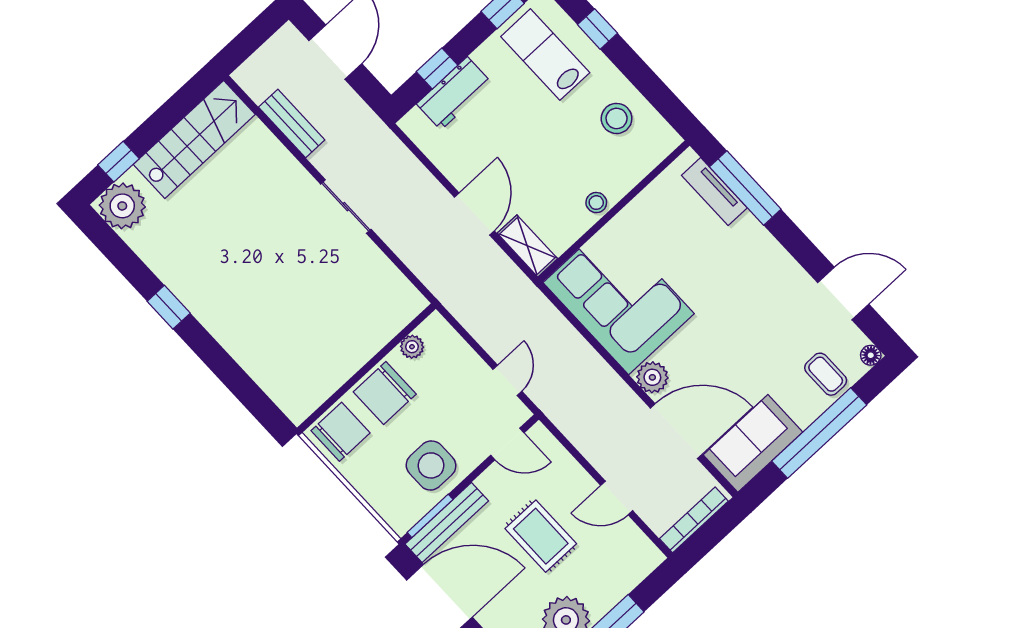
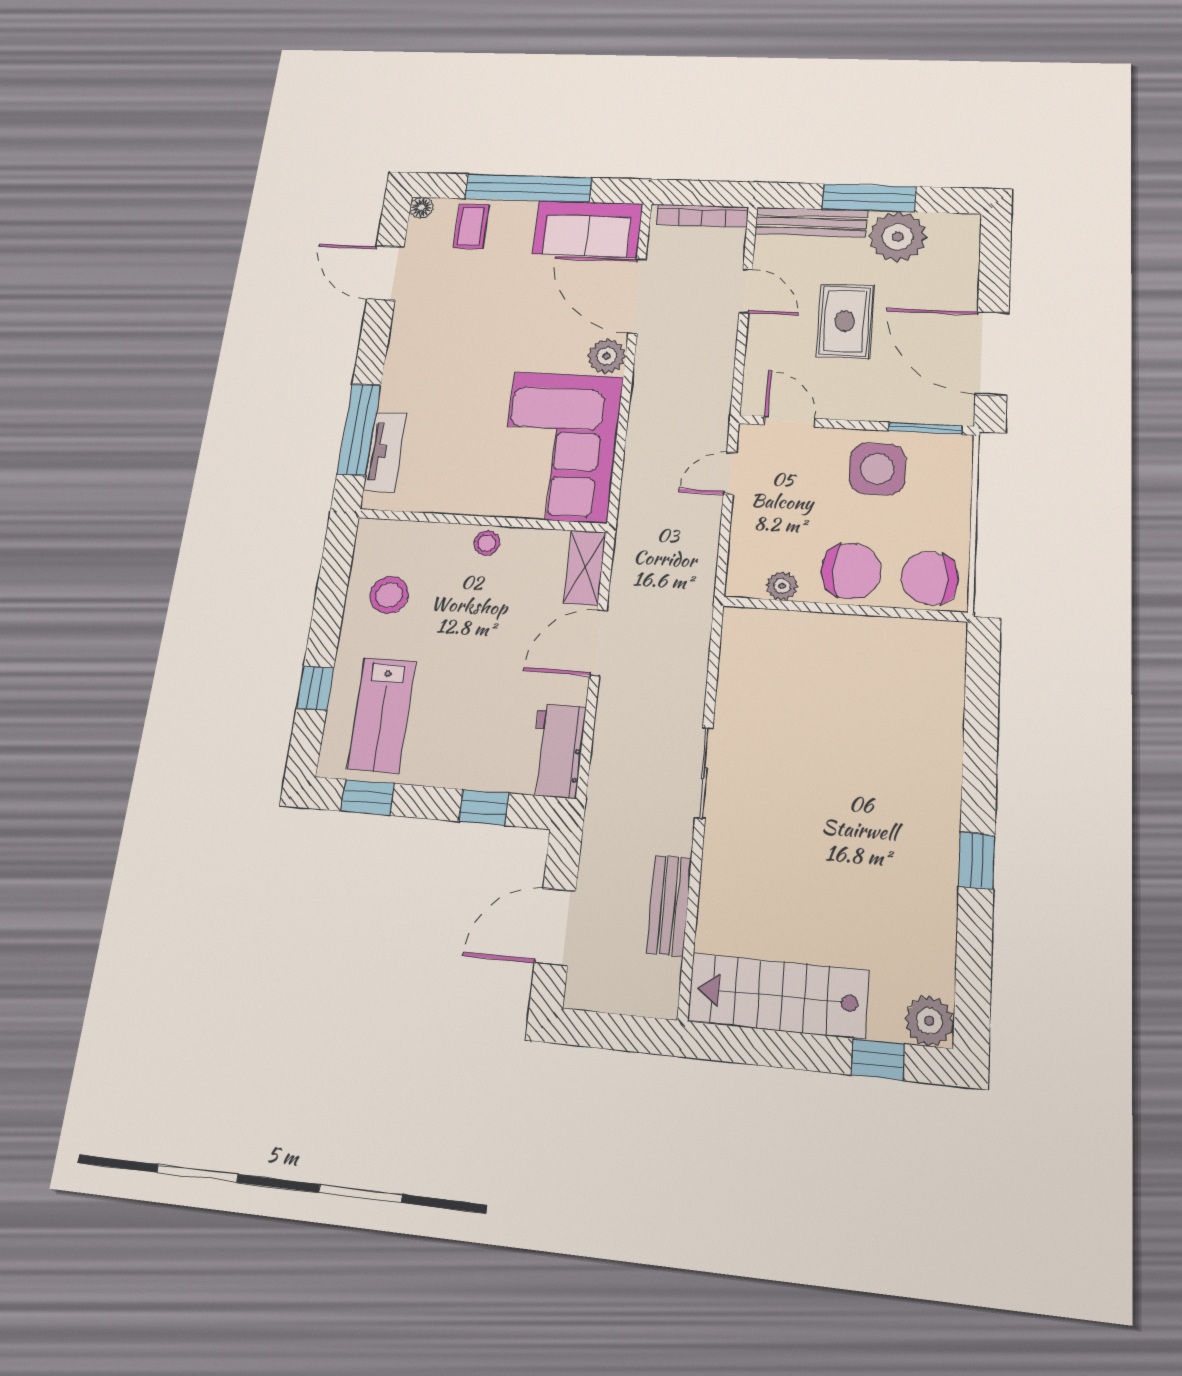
workbench: (454, 93) -> (557, 751), moved, turned -90
plant: (122, 206) -> (929, 1021), width x0.73, depth x0.73
bench: (447, 522) -> (811, 222), moved

